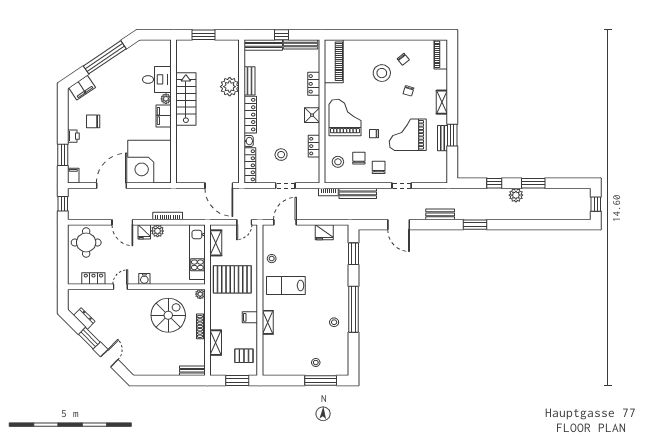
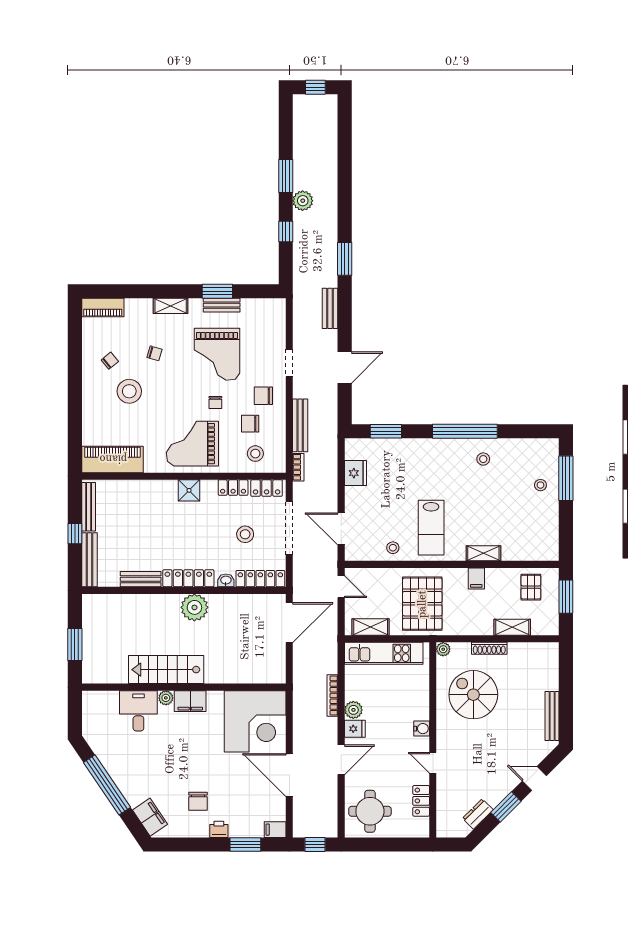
locker: (314, 84) -> (267, 488), moved
plant: (230, 87) -> (194, 607), moved
doorway: (285, 186) -> (289, 528), width x1.87
bench: (192, 371) -> (552, 716), moved, width x1.36

